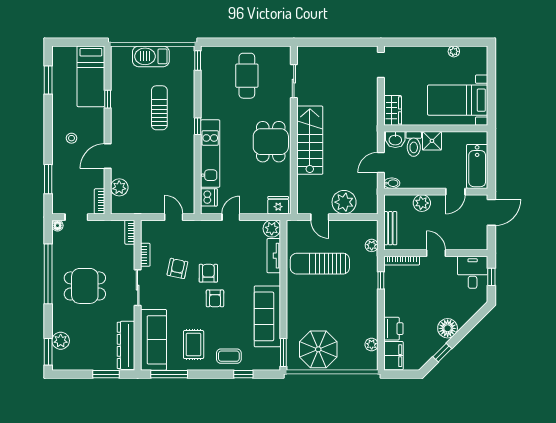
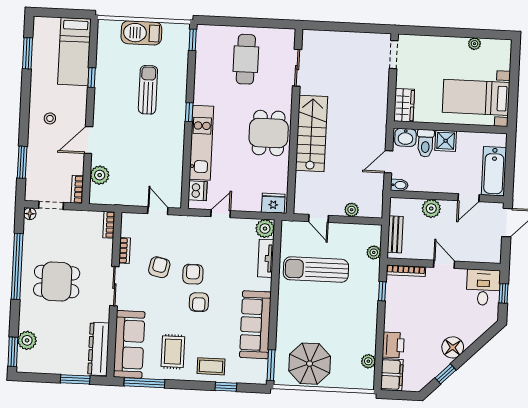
plant: (344, 202) -> (352, 210), width x0.53, depth x0.53

